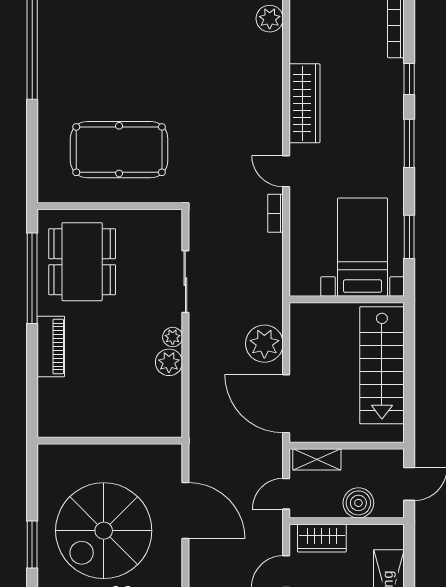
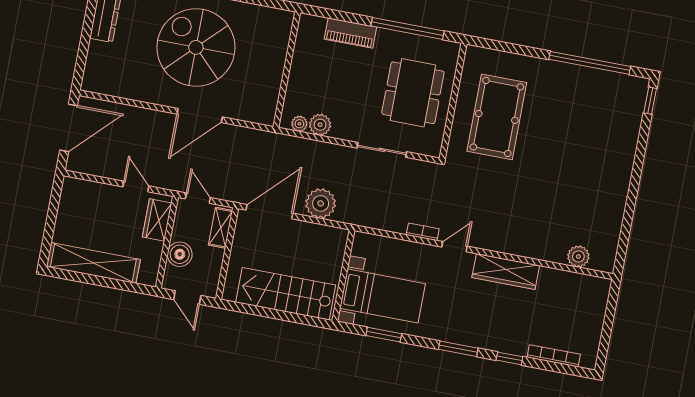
dining table: (82, 262) -> (413, 93), moved, turned 90
plant: (173, 337) -> (299, 124), moved
wall: (110, 441) -> (287, 70), moved

